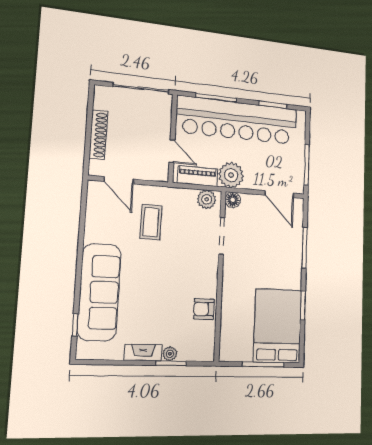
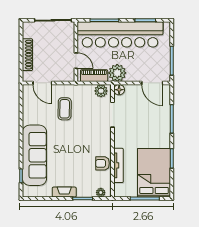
tv unit: (227, 313) -> (118, 165), added
plant: (170, 354) -> (101, 193), moved

